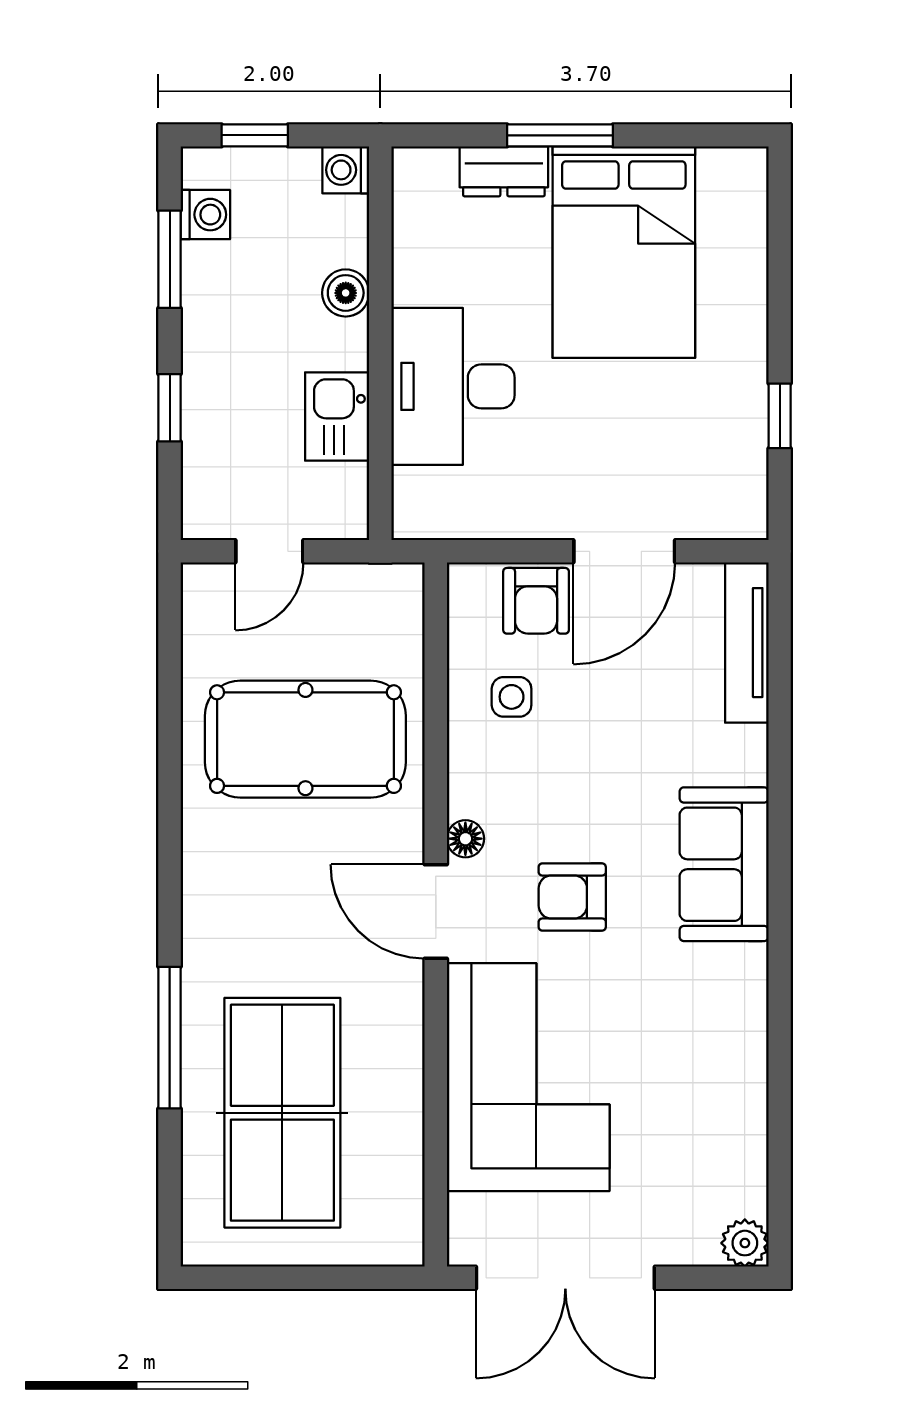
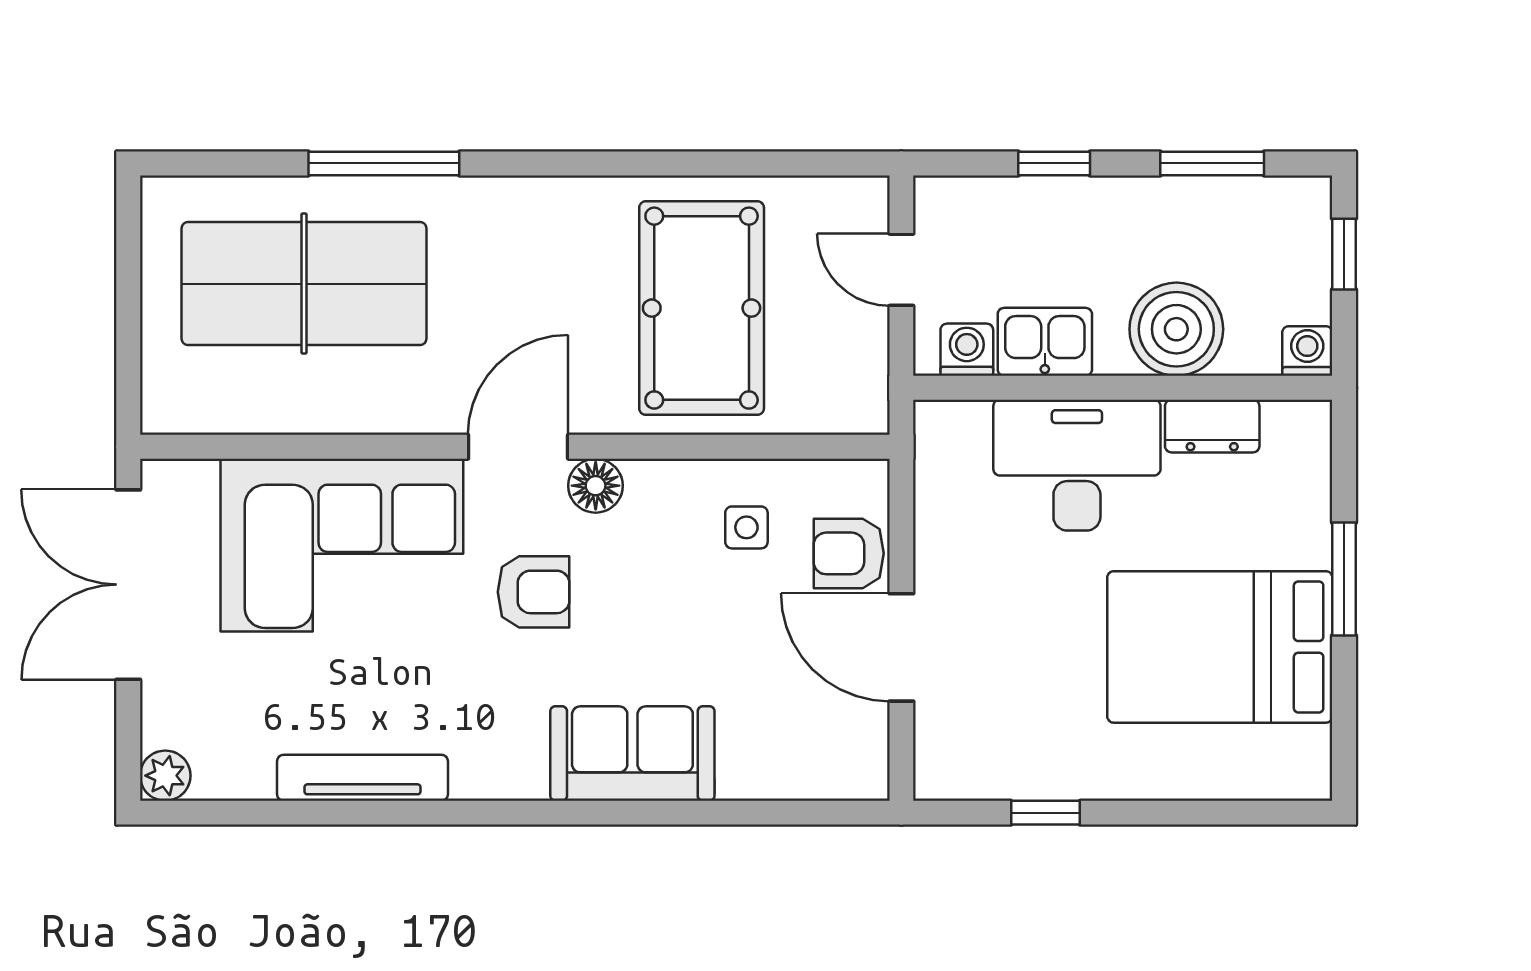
dresser: (504, 171) -> (1212, 426), moved, turned -90
washing machine: (205, 215) -> (967, 350), moved, turned 180
boiler: (346, 293) -> (1176, 329), width x1.86, depth x1.86
tv unit: (747, 643) -> (363, 778), moved
floor lamp: (465, 839) -> (596, 486), width x1.37, depth x1.37
sofa: (724, 864) -> (632, 754), moved
armchair: (572, 897) -> (534, 592), turned 90

